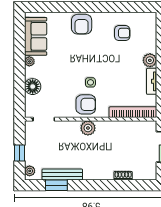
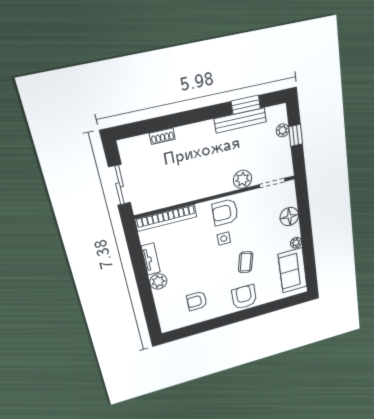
coffee table: (75, 56) -> (246, 262), added
plant: (88, 128) -> (243, 179), moved
plant: (30, 171) -> (283, 130), moved

